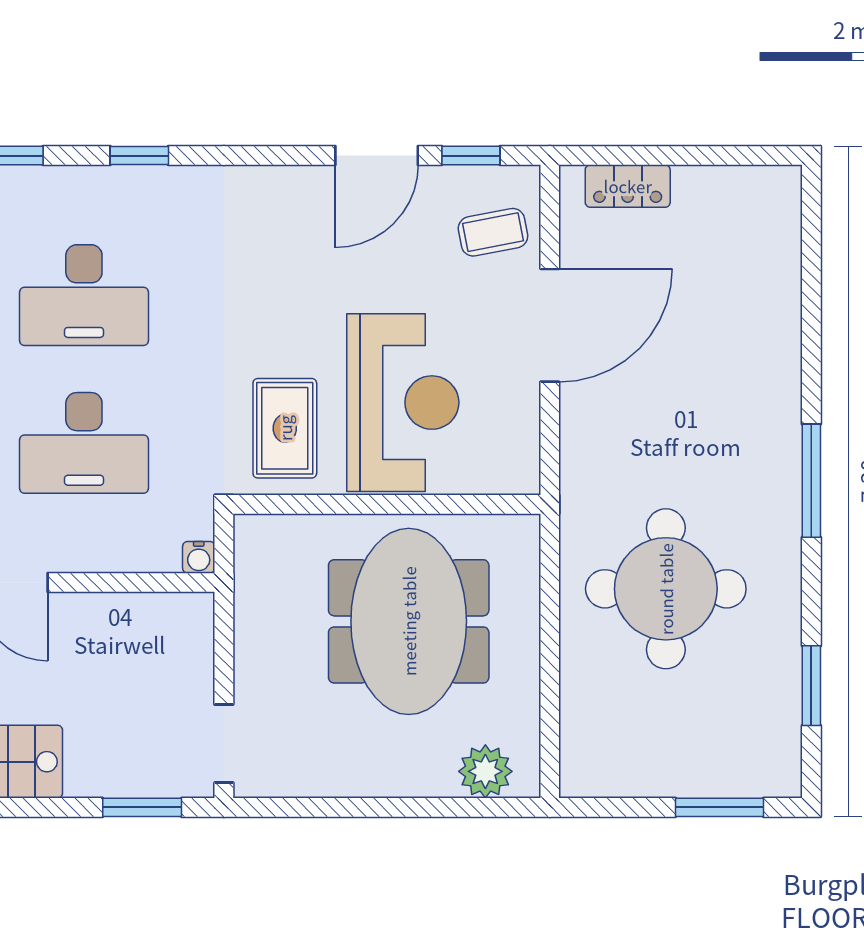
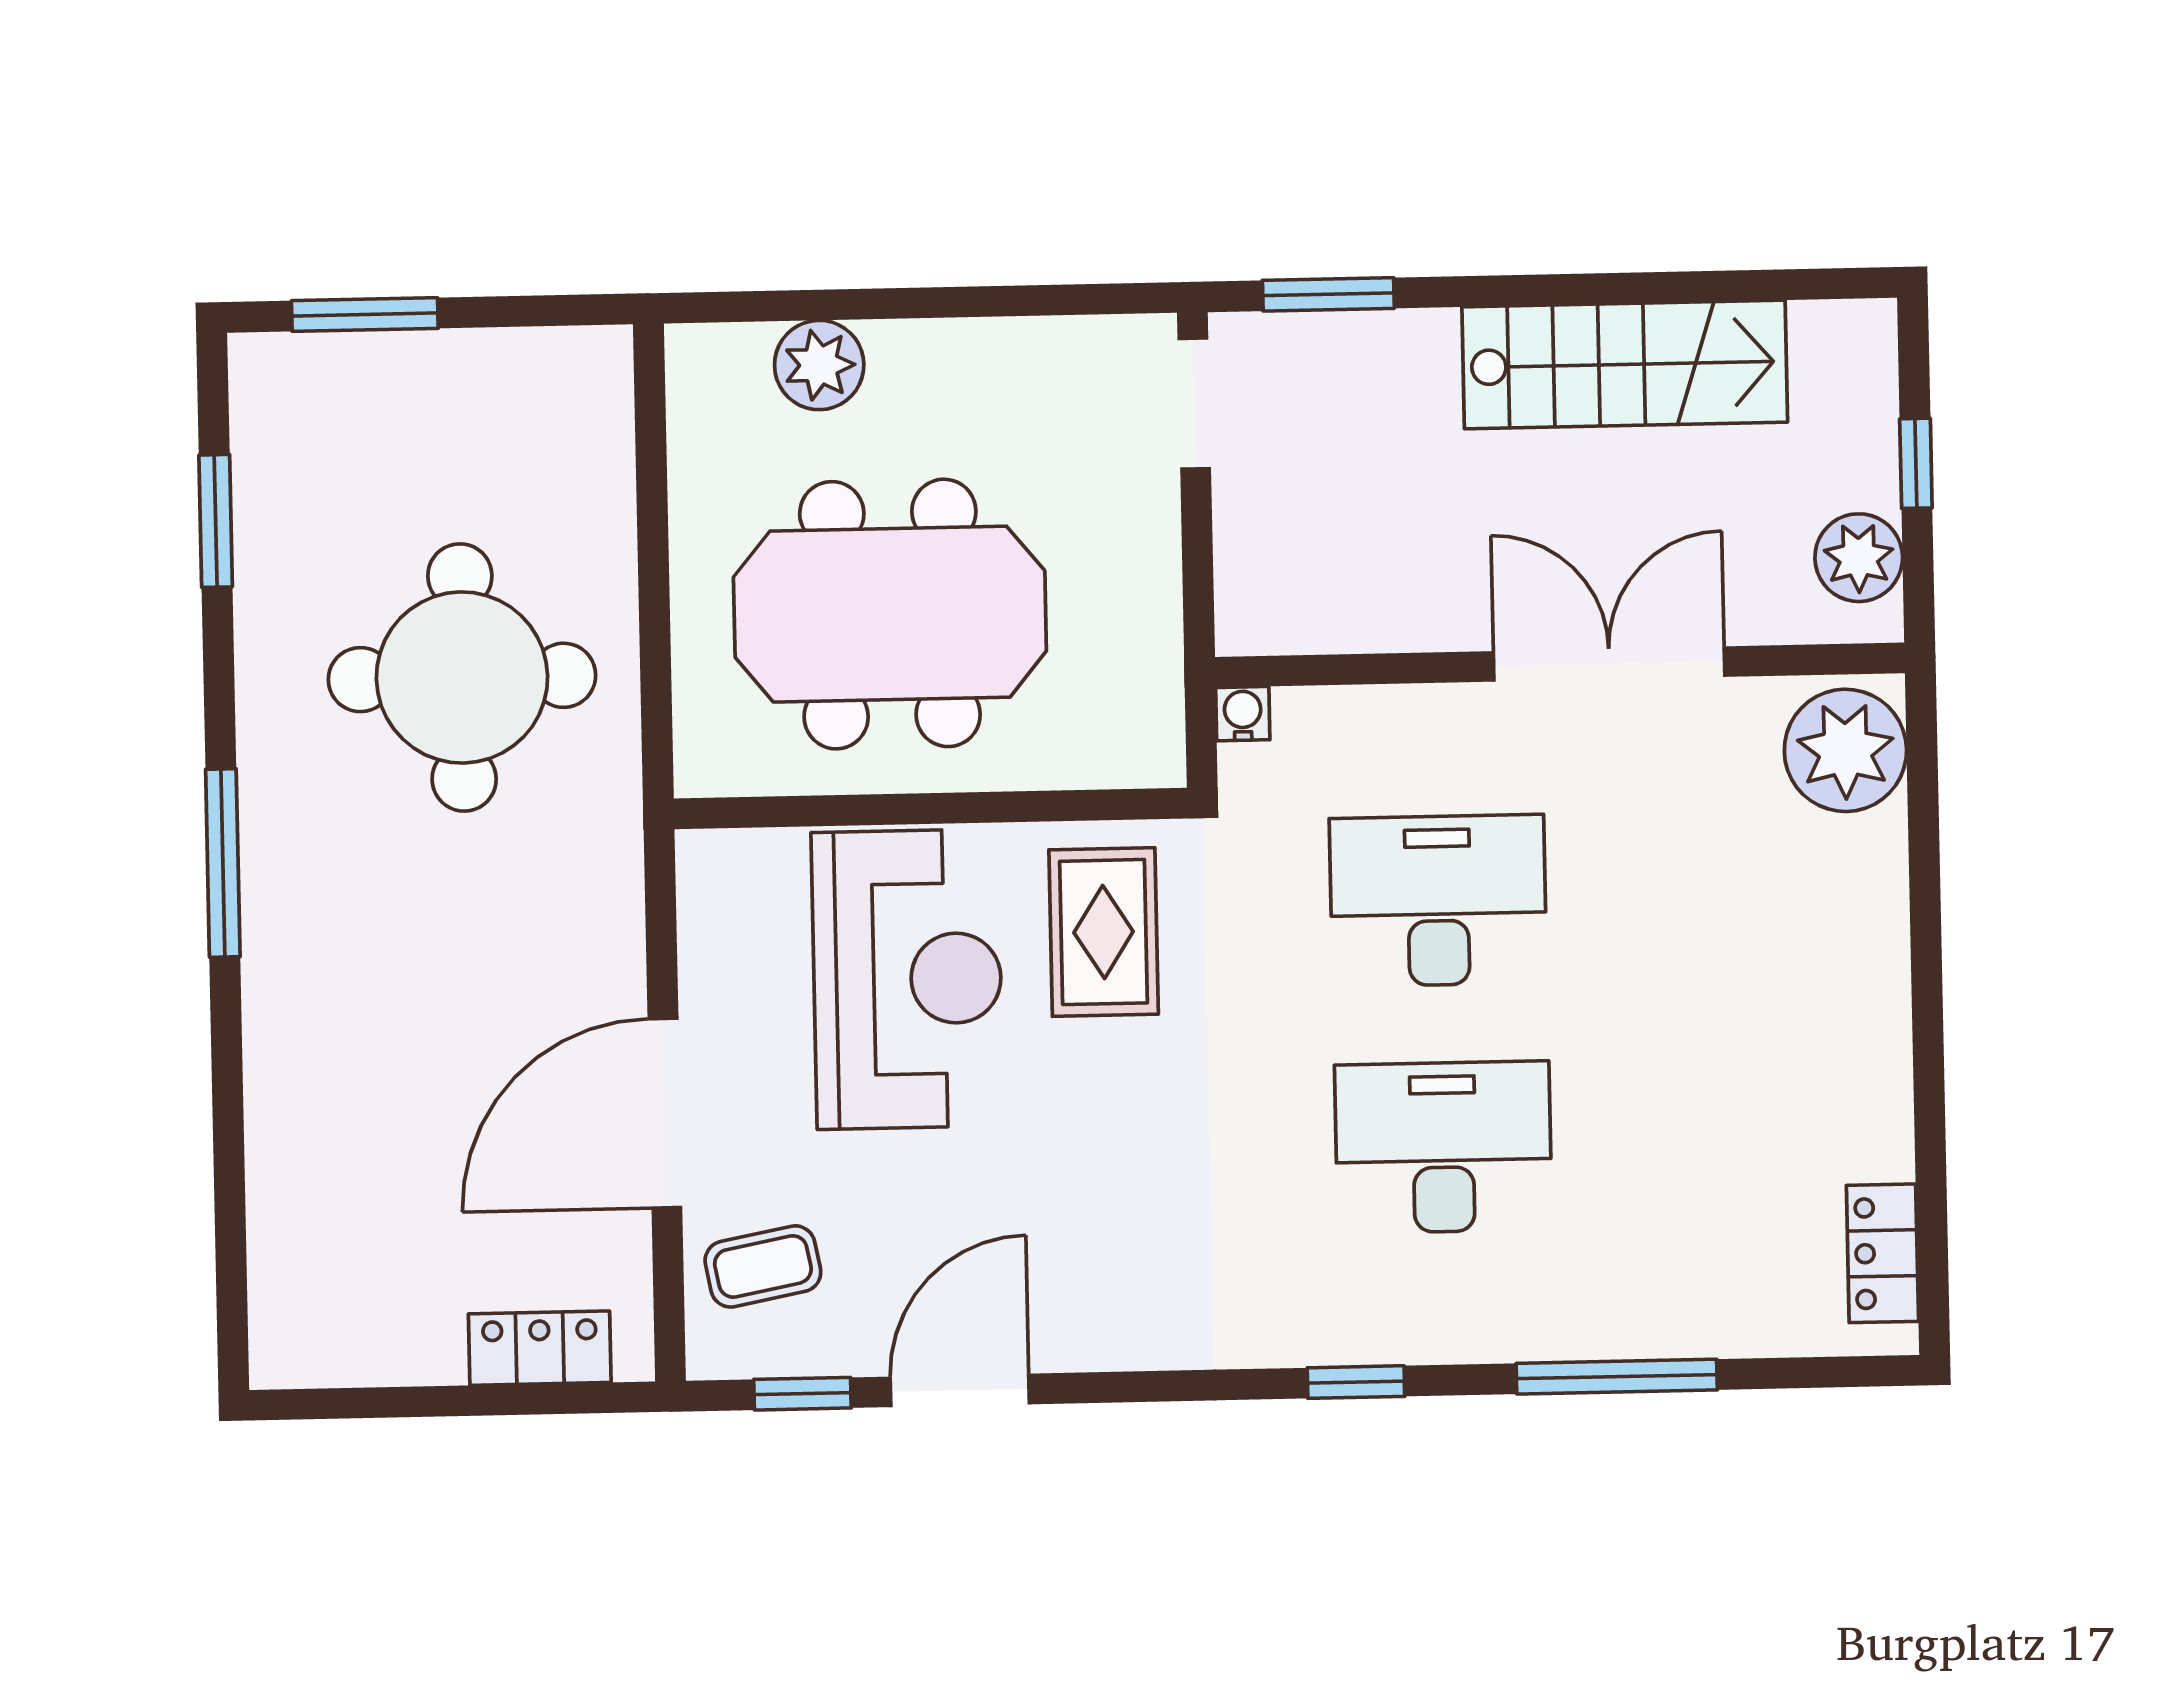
reception desk: (403, 403) -> (907, 979), turned 180
meeting table: (409, 621) -> (890, 614), turned 90
plant: (485, 771) -> (819, 365), moved

